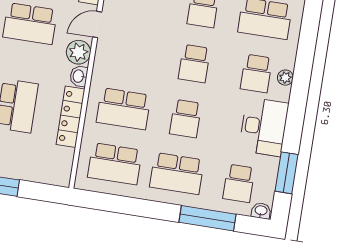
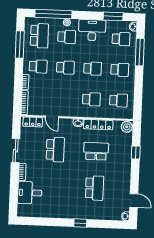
plant: (78, 52) -> (127, 127), moved
window: (306, 52) -> (53, 14), added
school desk: (123, 109) -> (91, 99), width x0.54
school desk: (115, 164) -> (119, 100), width x0.54
school desk: (177, 174) -> (120, 70), width x0.54

